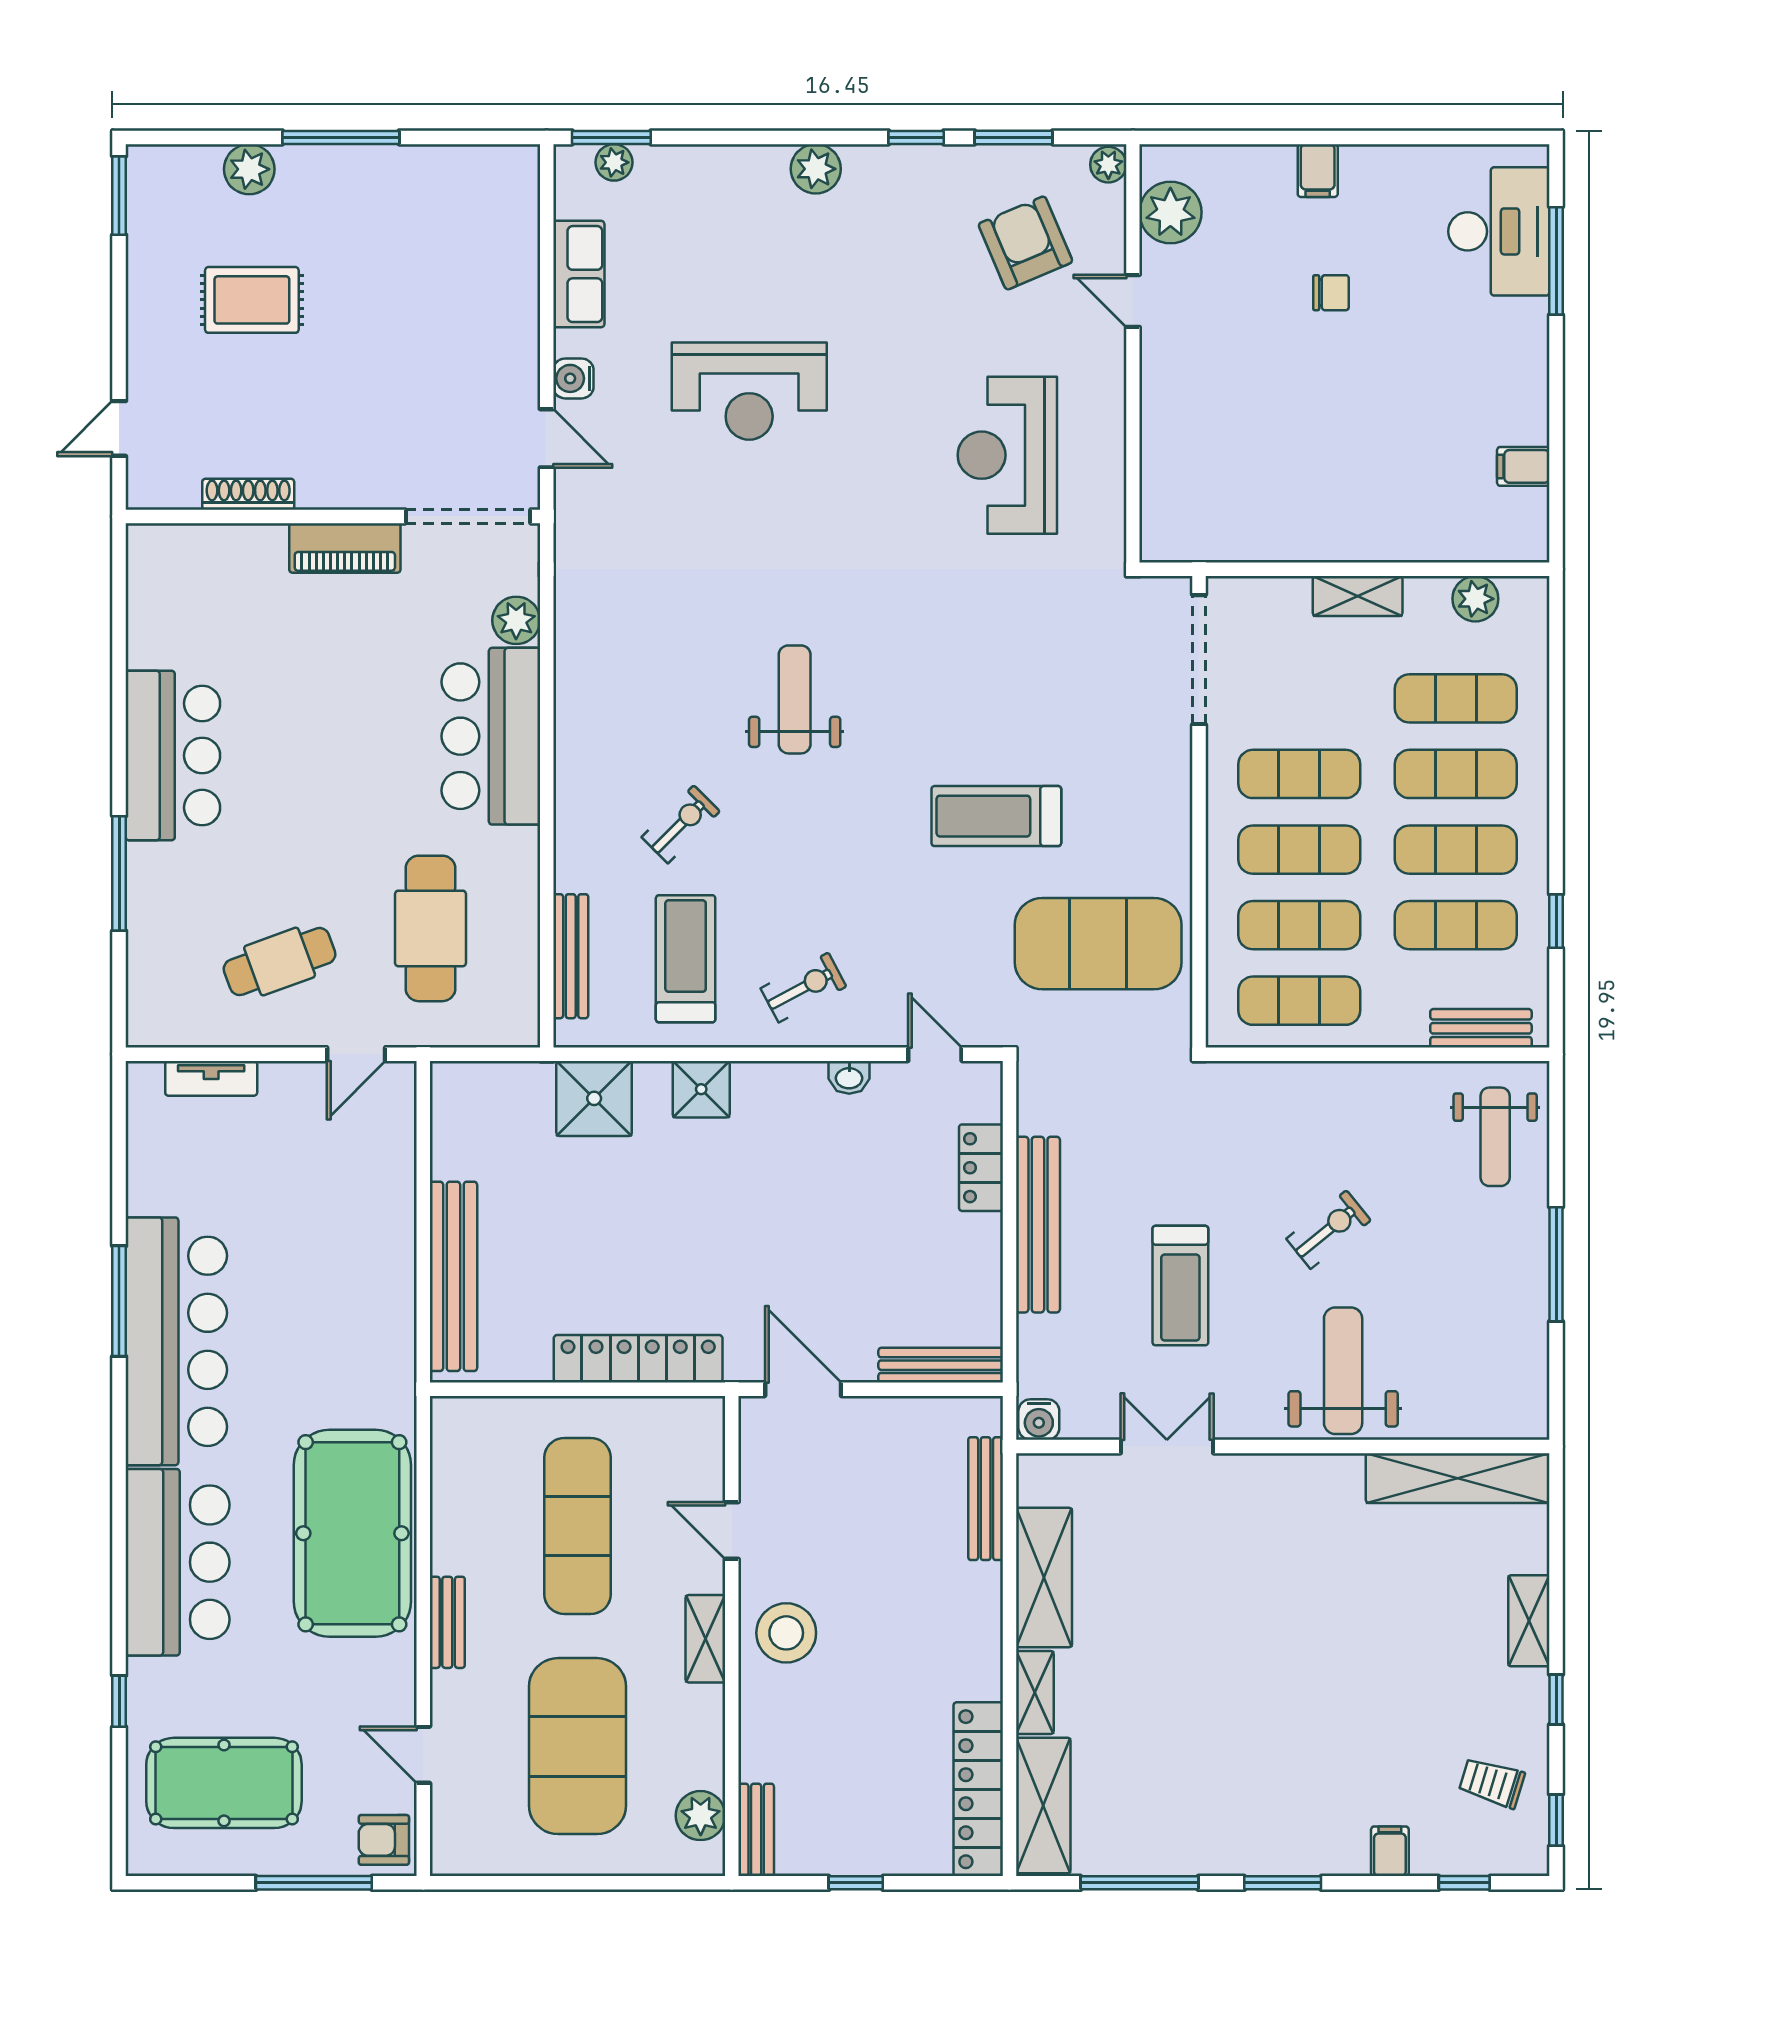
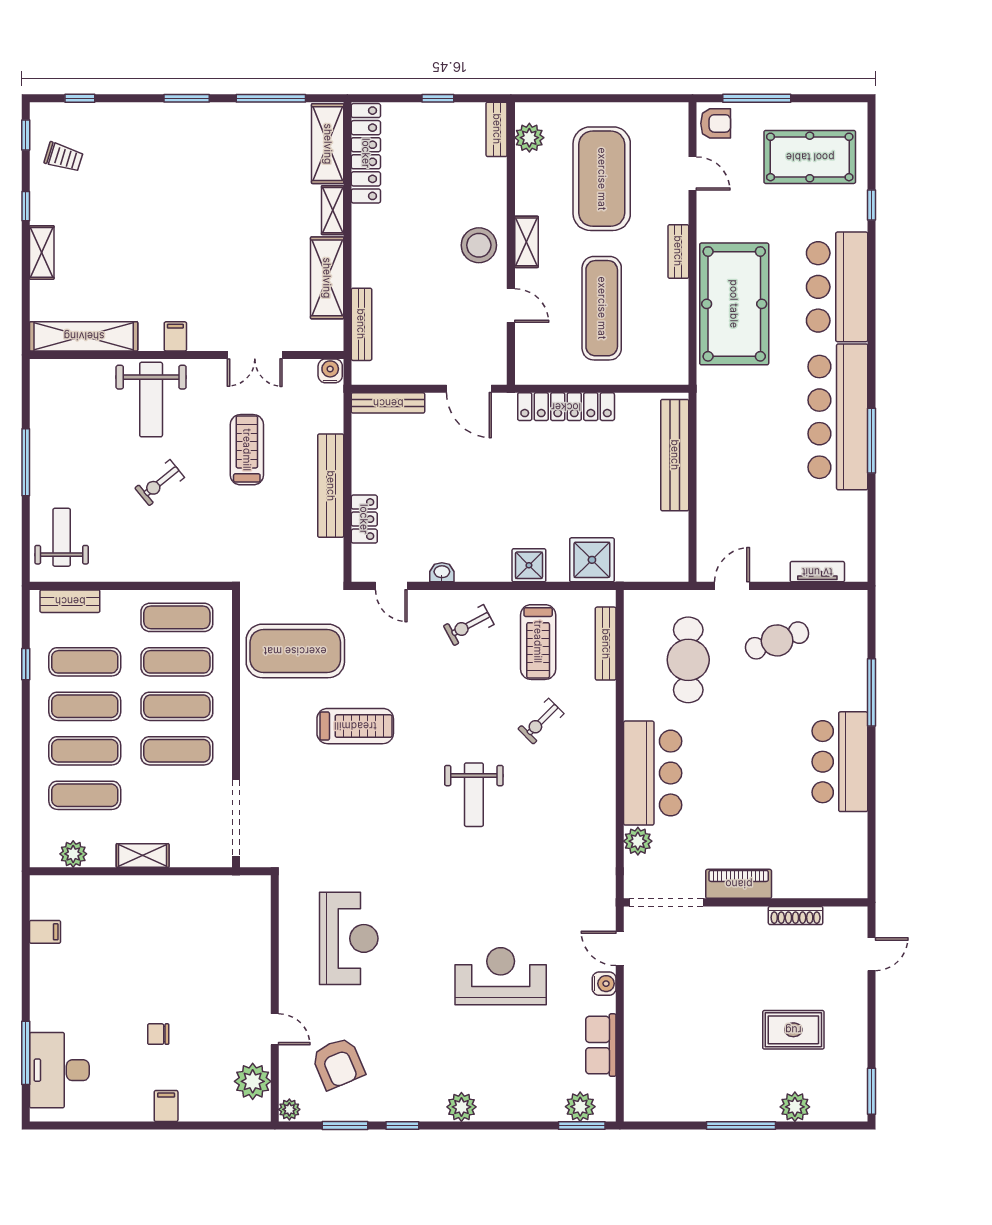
plant: (614, 162) -> (580, 1107), width x1.38, depth x1.38
filing cabinet: (1390, 1851) -> (175, 336), moved, turned 180

